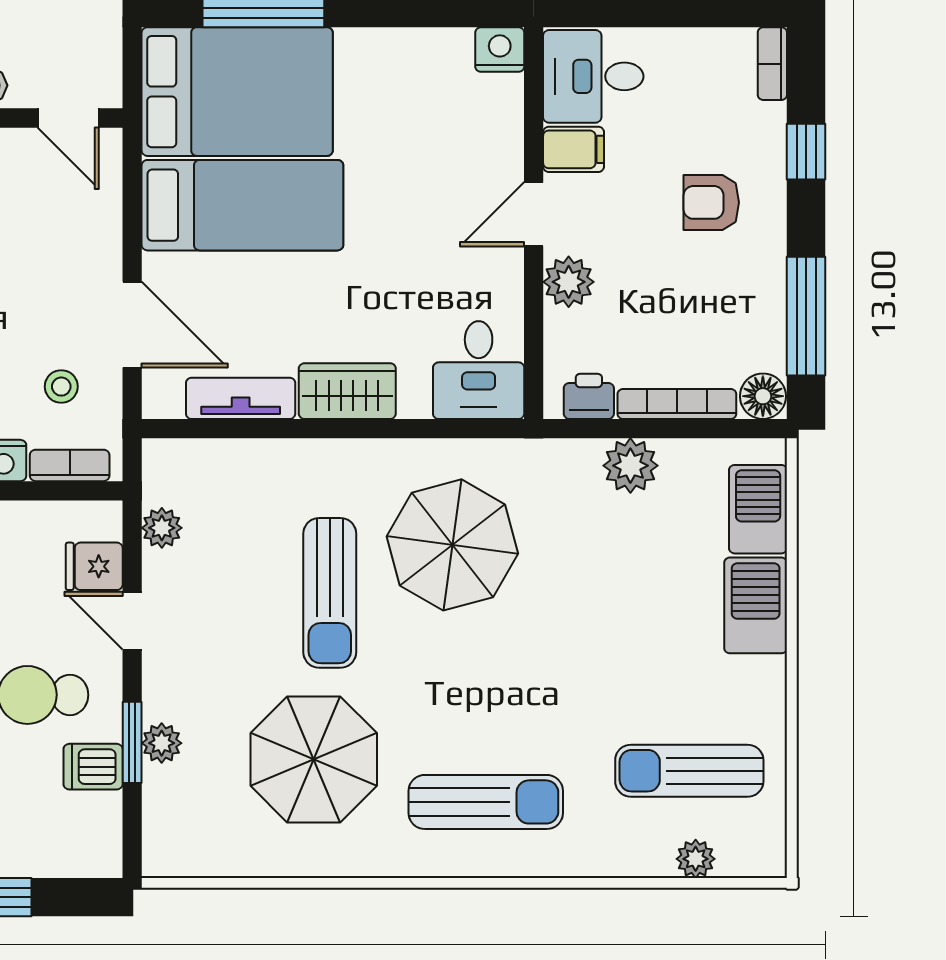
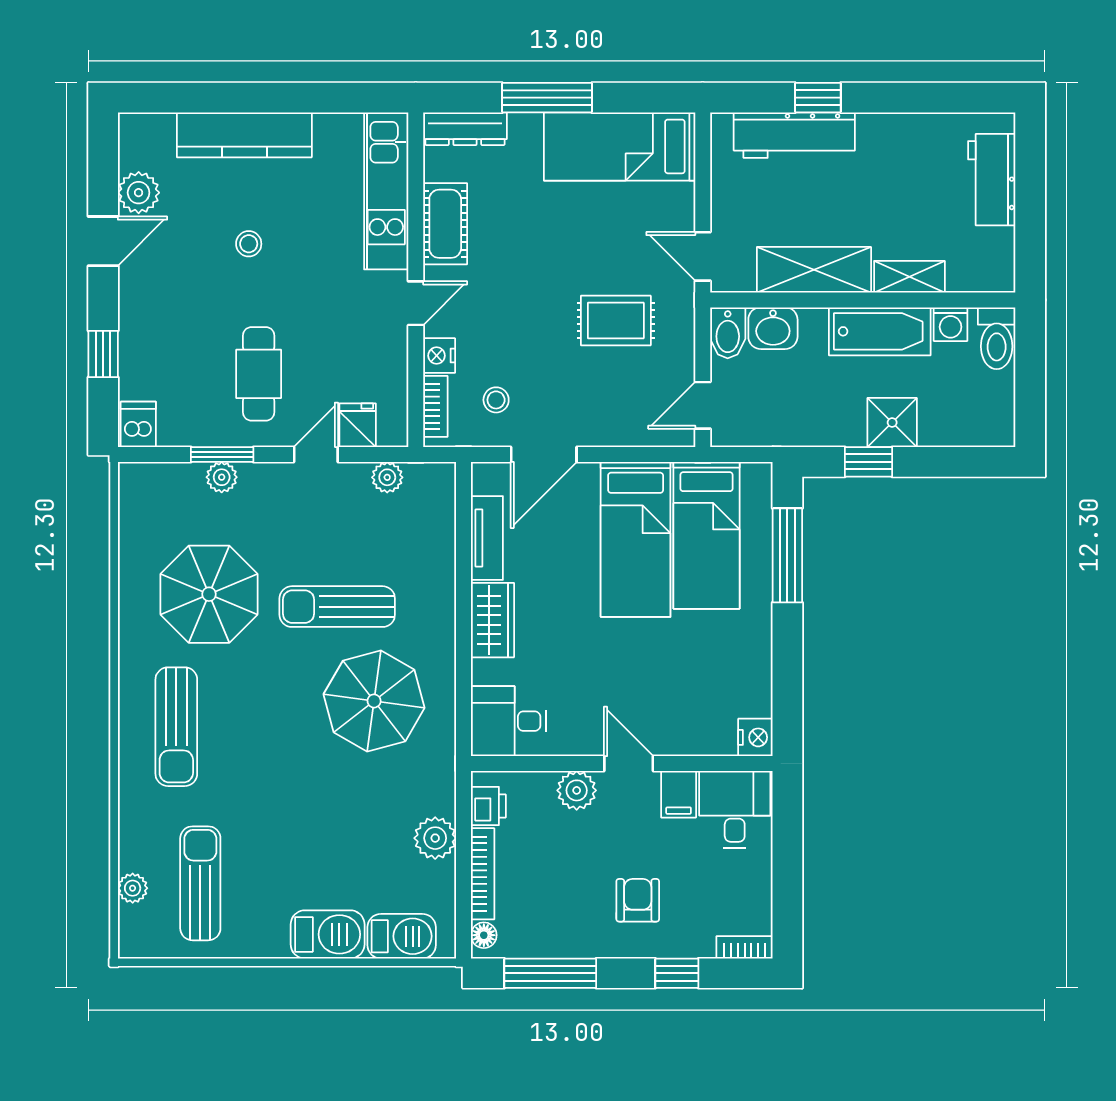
bed: (237, 92) -> (706, 535), width x0.67
floor lamp: (763, 396) -> (484, 935), width x0.73, depth x0.73
dishwasher: (93, 767) -> (138, 424), moved

